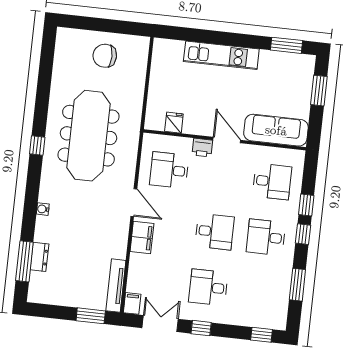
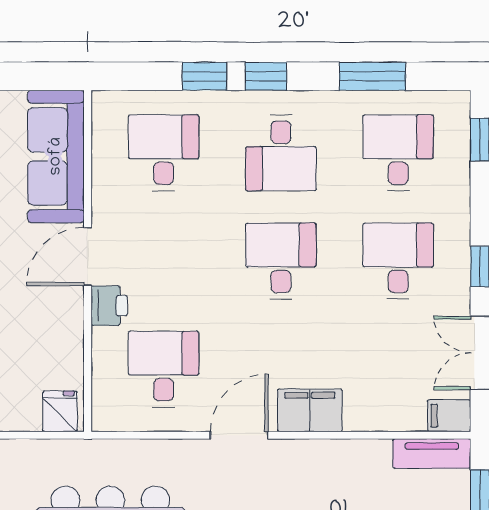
fridge: (174, 123) -> (60, 411), moved, turned 90
desk: (169, 170) -> (164, 369), turned 180
tv unit: (116, 286) -> (432, 454), width x0.71
desk: (208, 287) -> (398, 261), turned 180
desk: (260, 293) -> (398, 153), added

